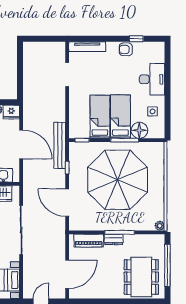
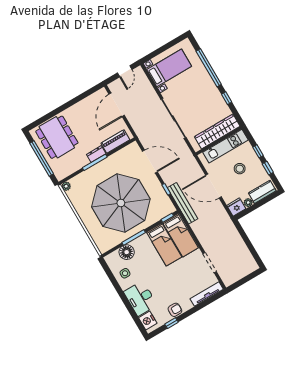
nightstand: (157, 54) -> (148, 321), added
bed: (120, 117) -> (180, 235), moved

